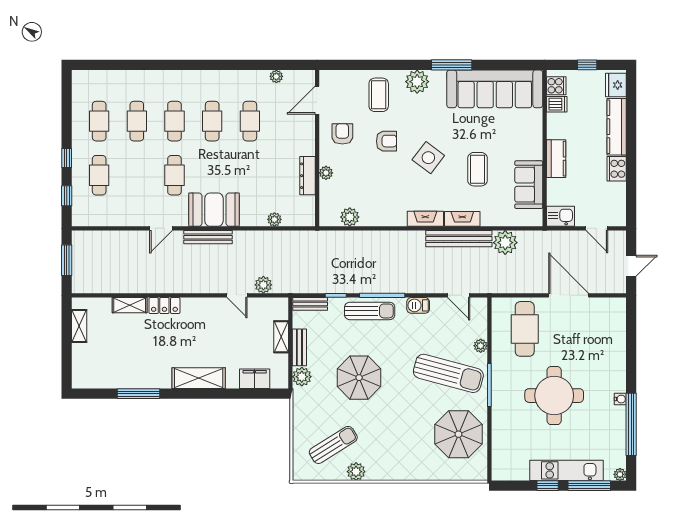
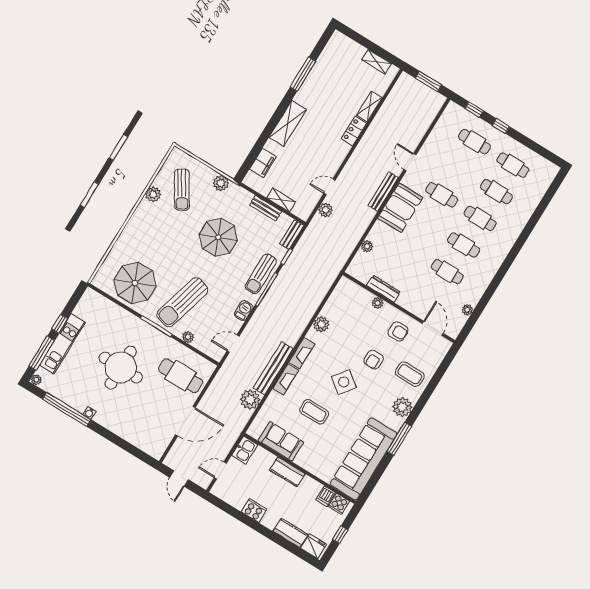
kitchen counter: (617, 127) -> (290, 533), width x0.67
plant: (350, 217) -> (321, 324), moved
plant: (302, 377) -> (221, 183), moved

